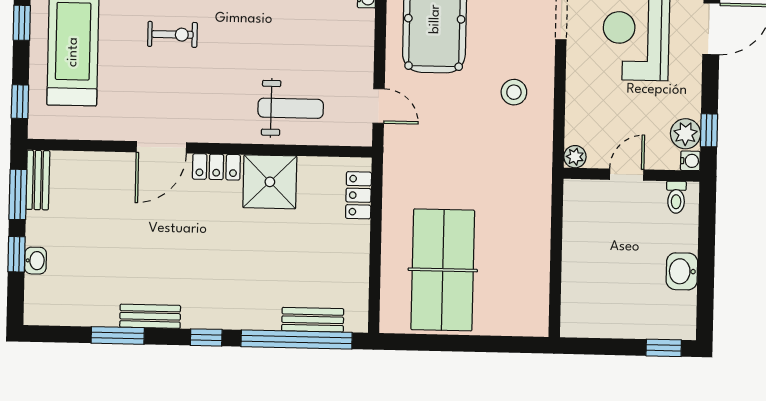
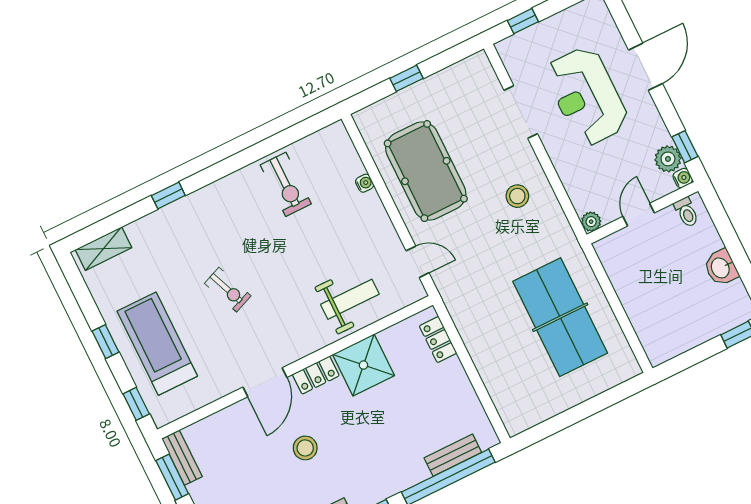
exercise bike: (172, 34) -> (228, 290), turned 68
stool: (167, 235) -> (305, 448), added
table tennis table: (443, 270) -> (560, 317), moved

